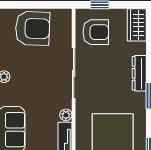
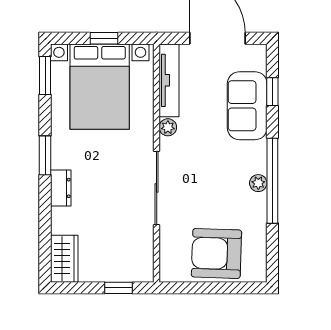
armchair: (96, 32) -> (124, 248), removed
dresser: (139, 73) -> (61, 188), width x0.70

